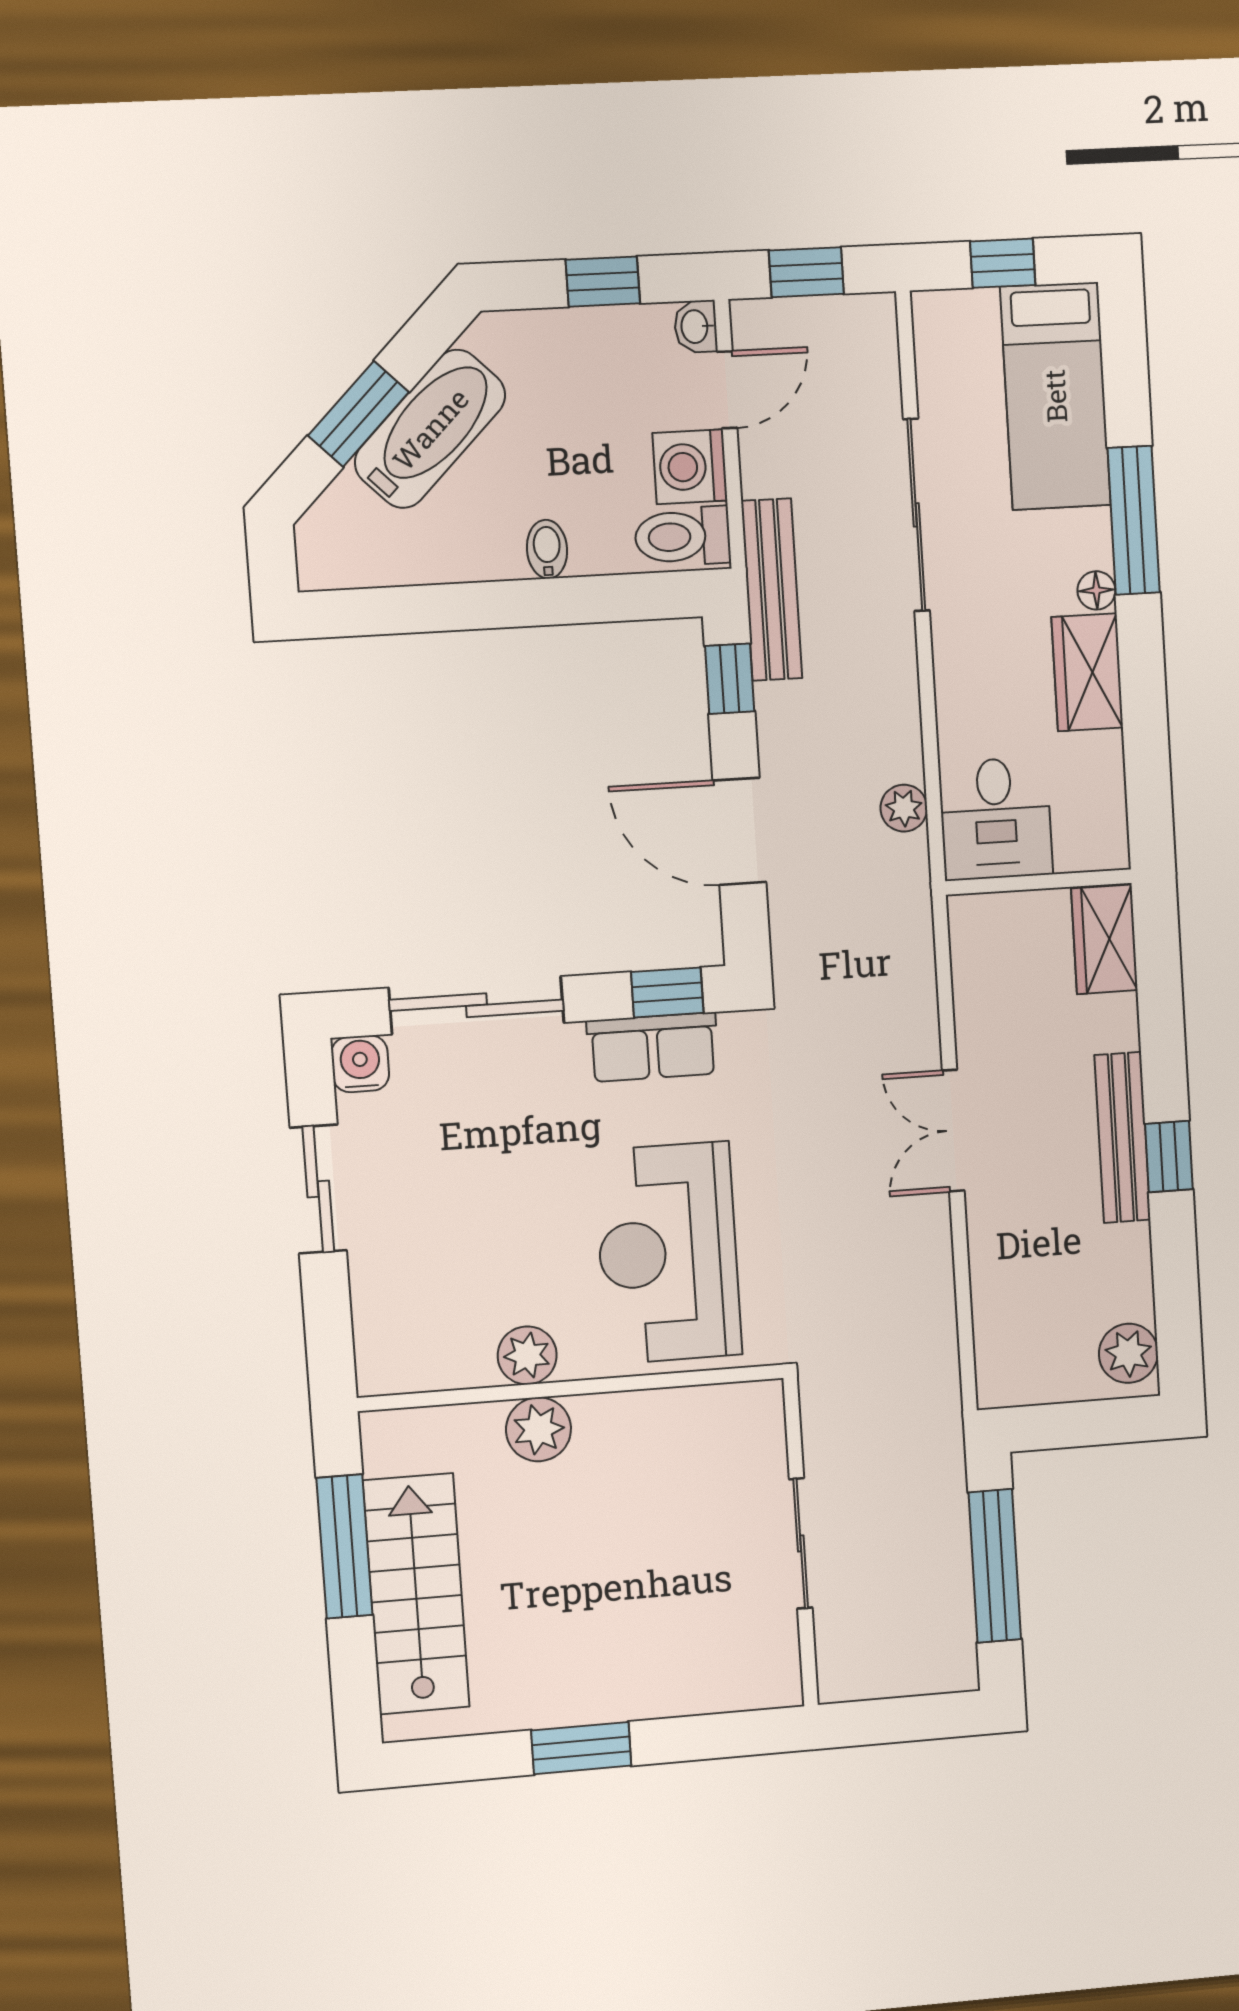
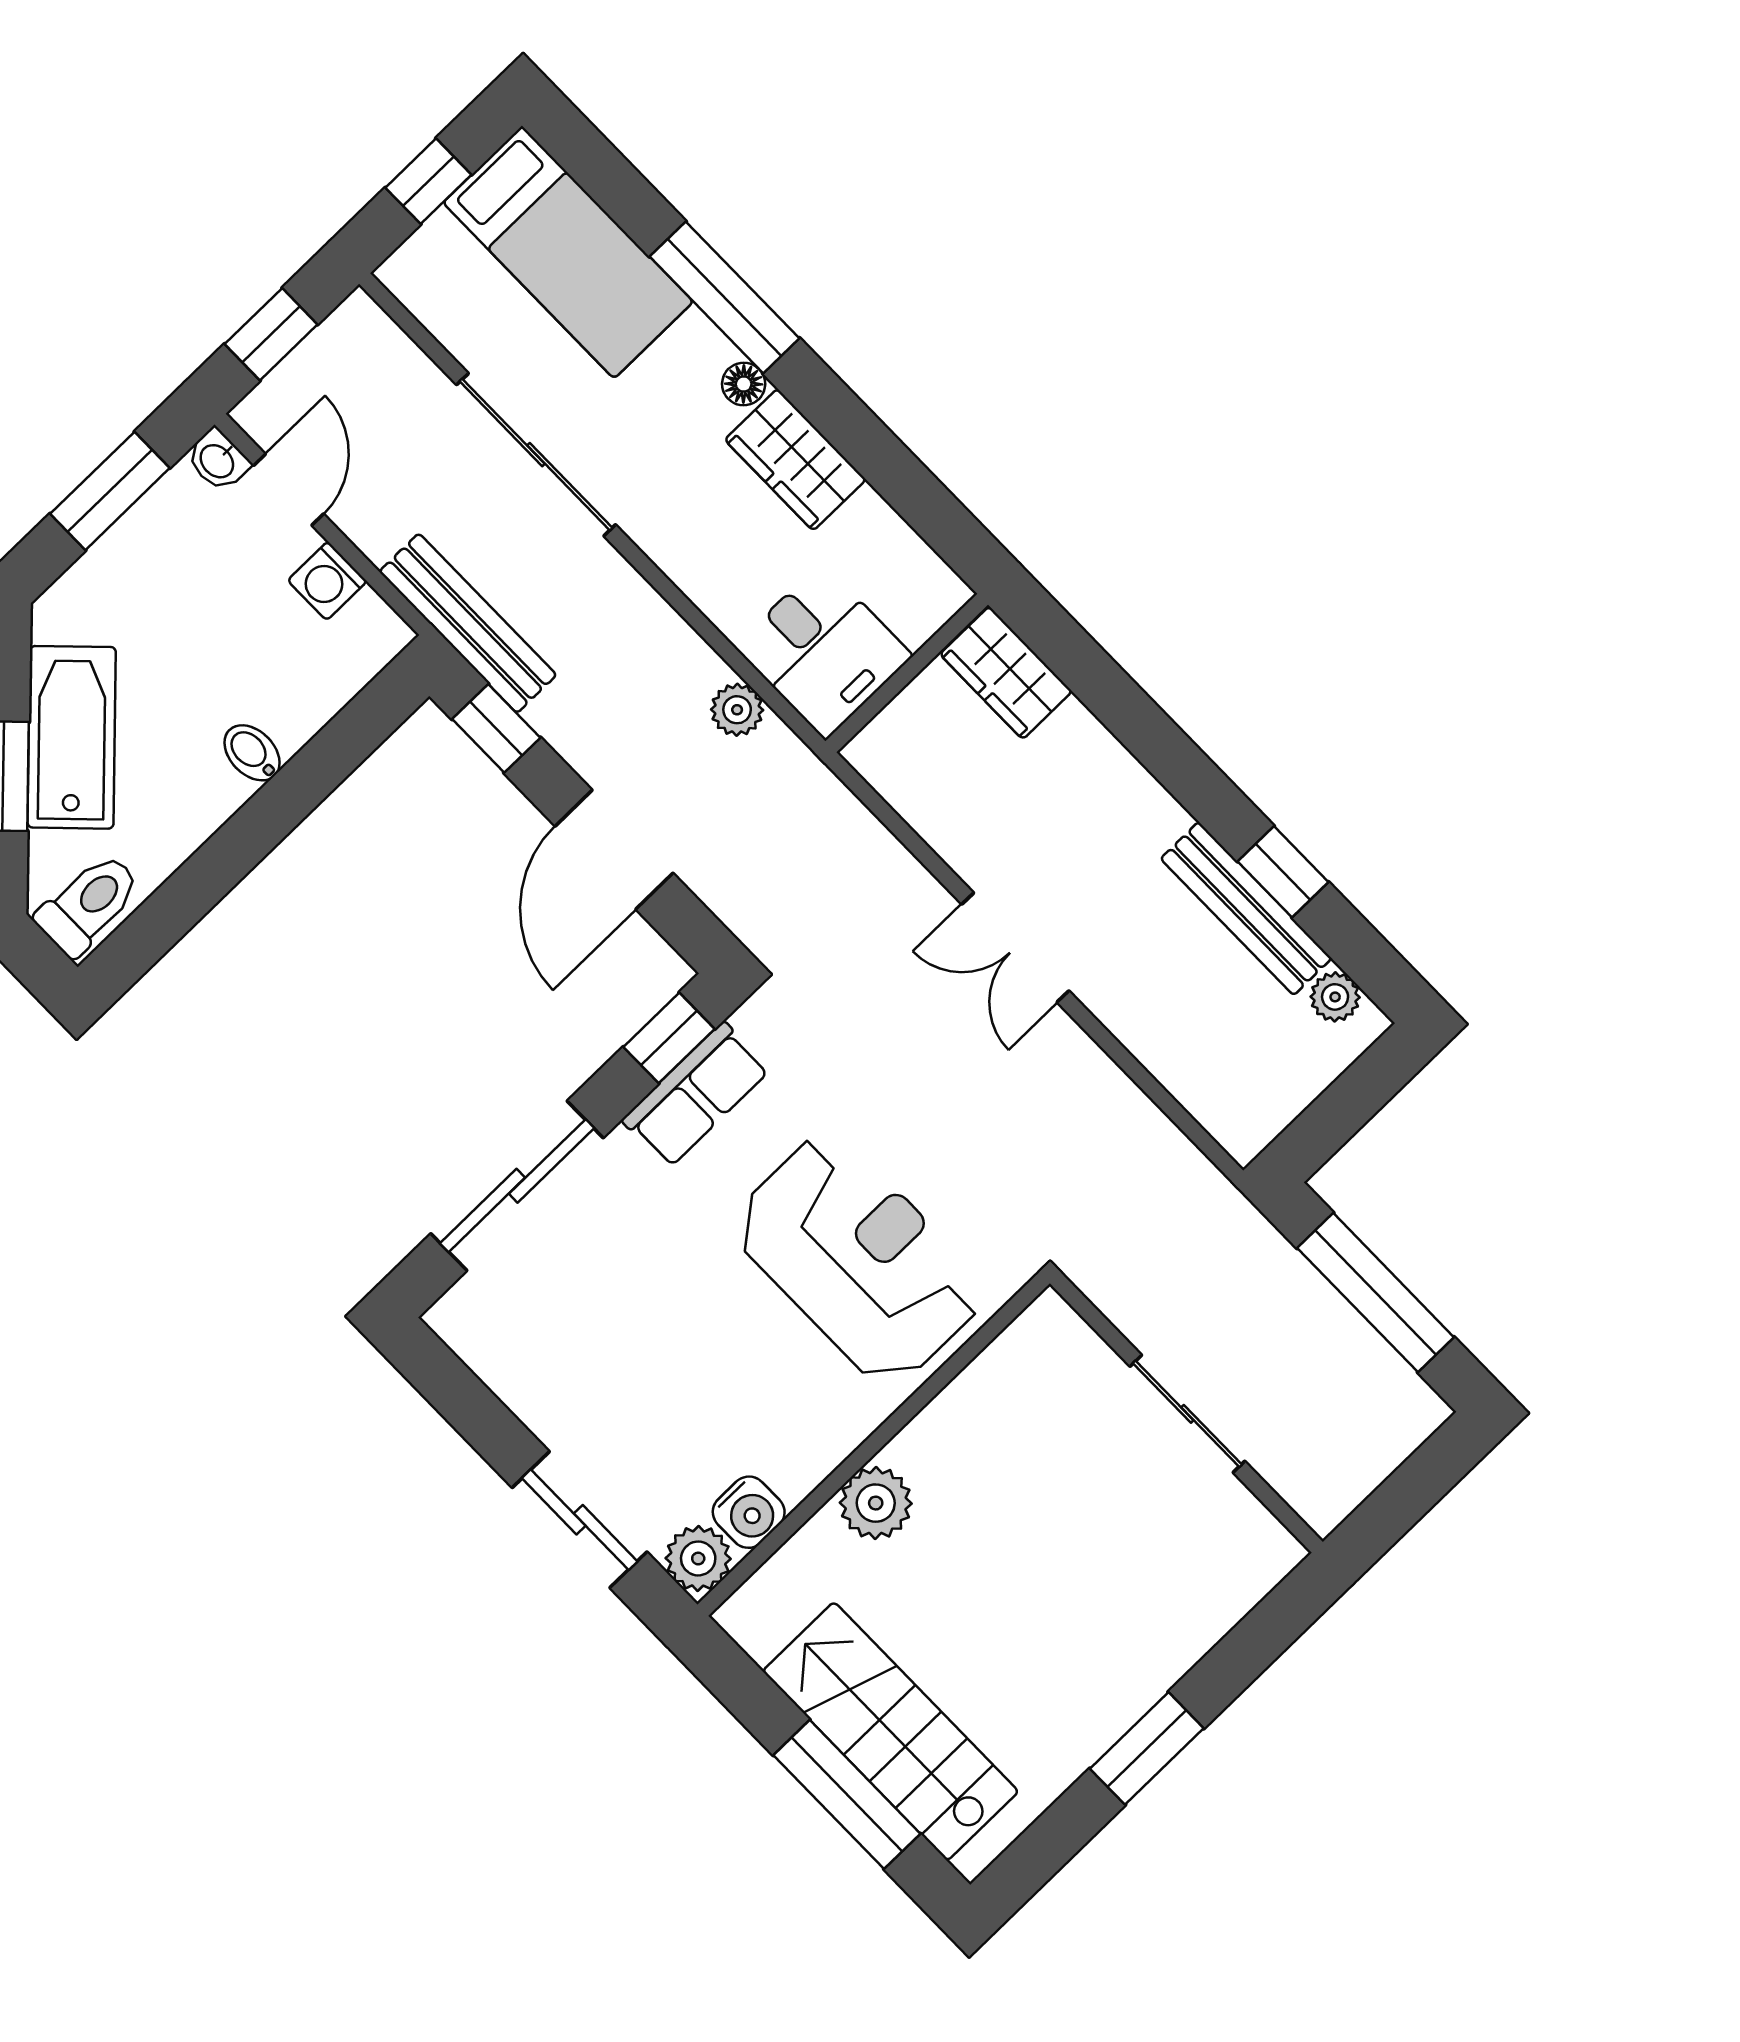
window: (603, 282) -> (110, 491), width x1.50
washing machine: (690, 467) -> (327, 581), width x0.73, depth x0.73
toilet: (683, 536) -> (89, 904), moved, turned 180
door: (739, 831) -> (614, 850), hinge flipped
water cooler: (360, 1064) -> (749, 1512), moved, turned 180
bench: (1123, 1138) -> (1246, 908), moved
window: (1169, 1156) -> (1283, 872), moved
sliding door: (318, 1189) -> (580, 1520), moved
reception desk: (668, 1253) -> (858, 1259), turned 180
plant: (1128, 1353) -> (1335, 997), width x0.73, depth x0.73
plant: (527, 1355) -> (698, 1558), moved
window: (344, 1547) -> (847, 1794), moved

